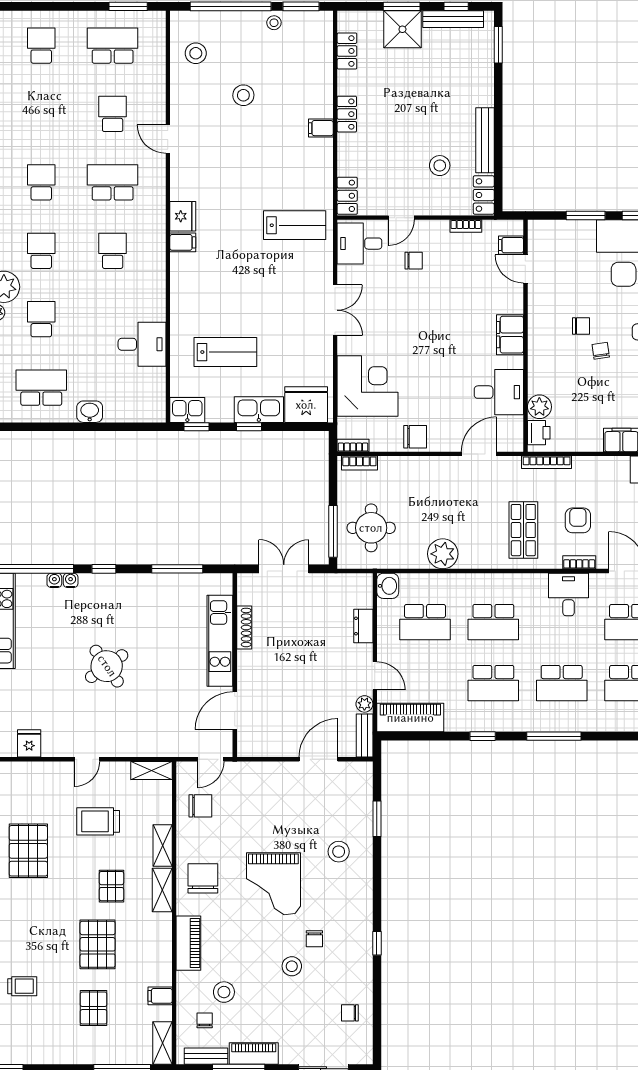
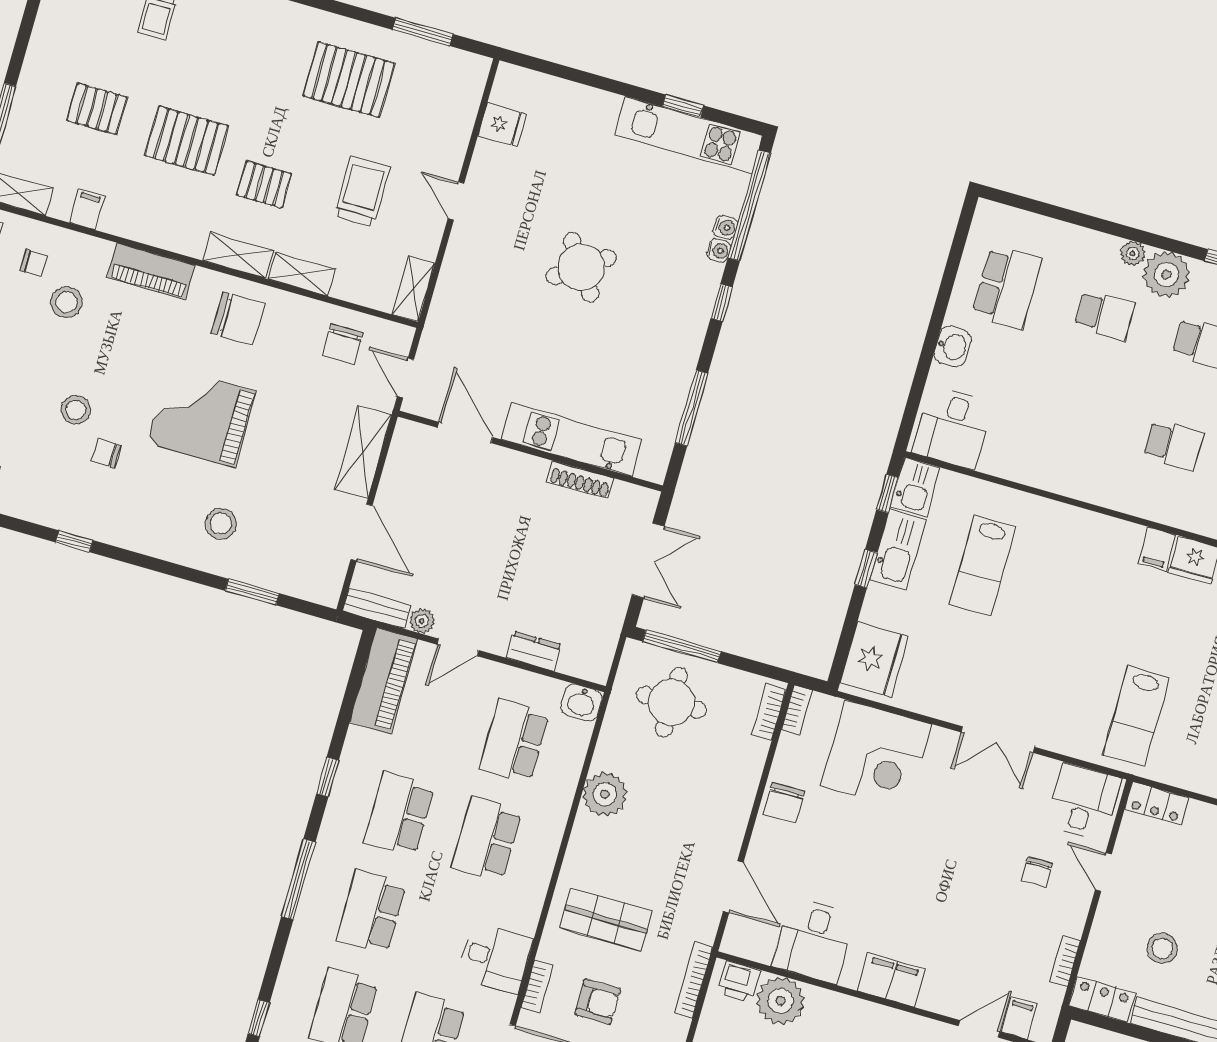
desk: (142, 344) -> (953, 428), moved
plant: (539, 407) -> (780, 1001), width x1.36, depth x1.36
kitchen sink: (259, 410) -> (898, 550), moved
shelving: (266, 773) -> (363, 452), added

